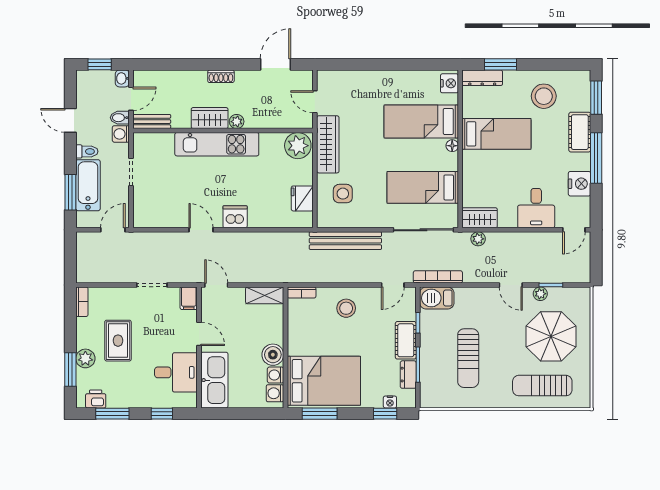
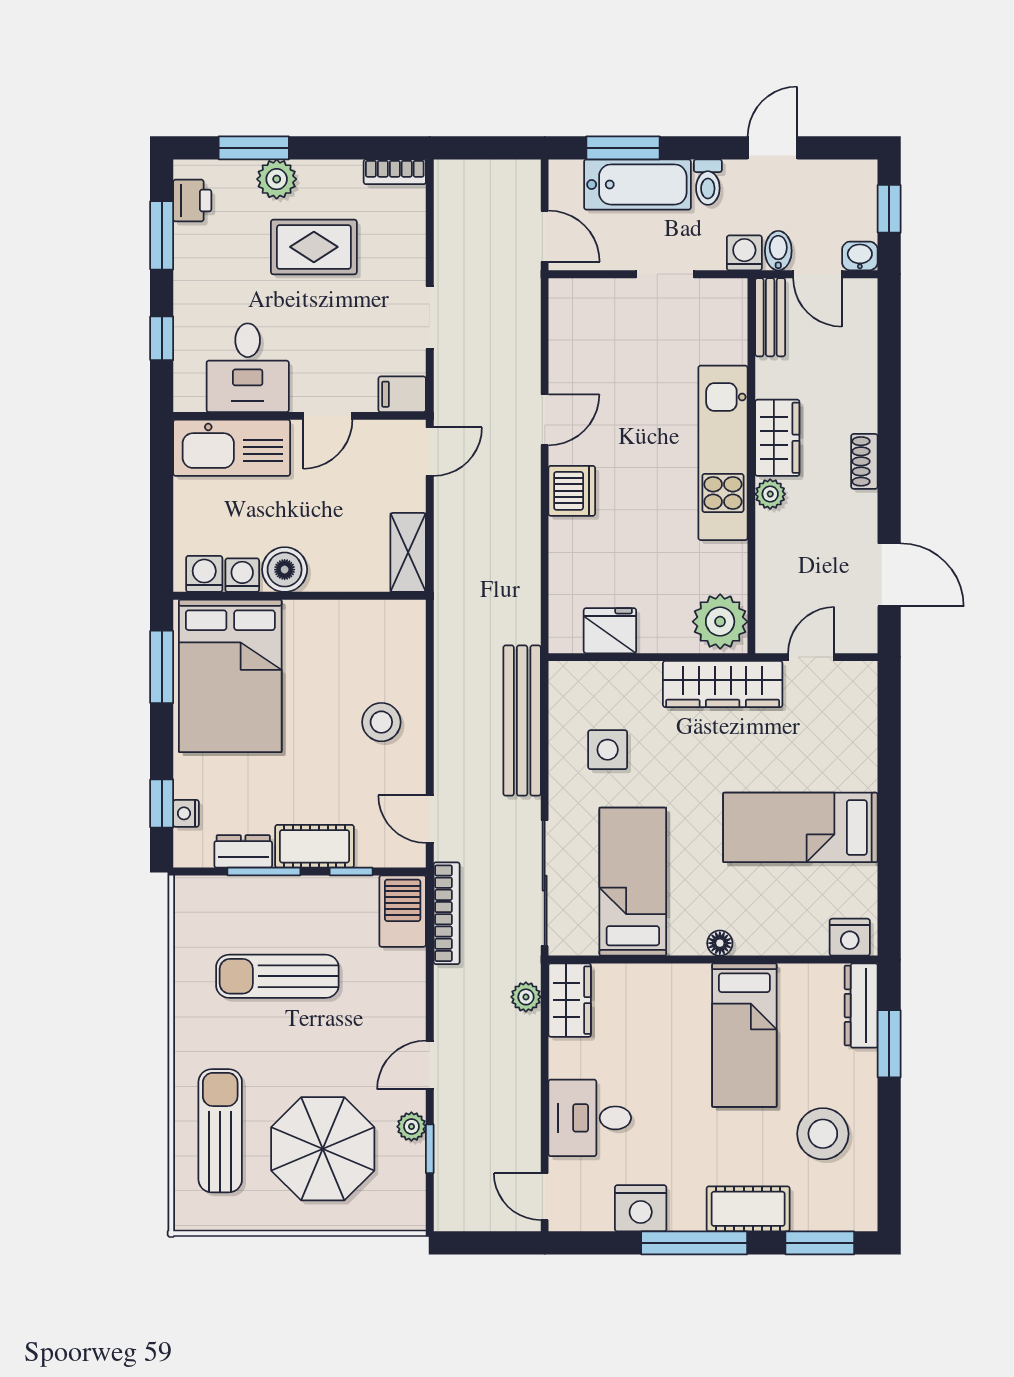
bed: (421, 121) -> (800, 827), moved, turned -90
side table: (343, 194) -> (608, 750), moved
bookcase: (302, 293) -> (414, 629), removed

